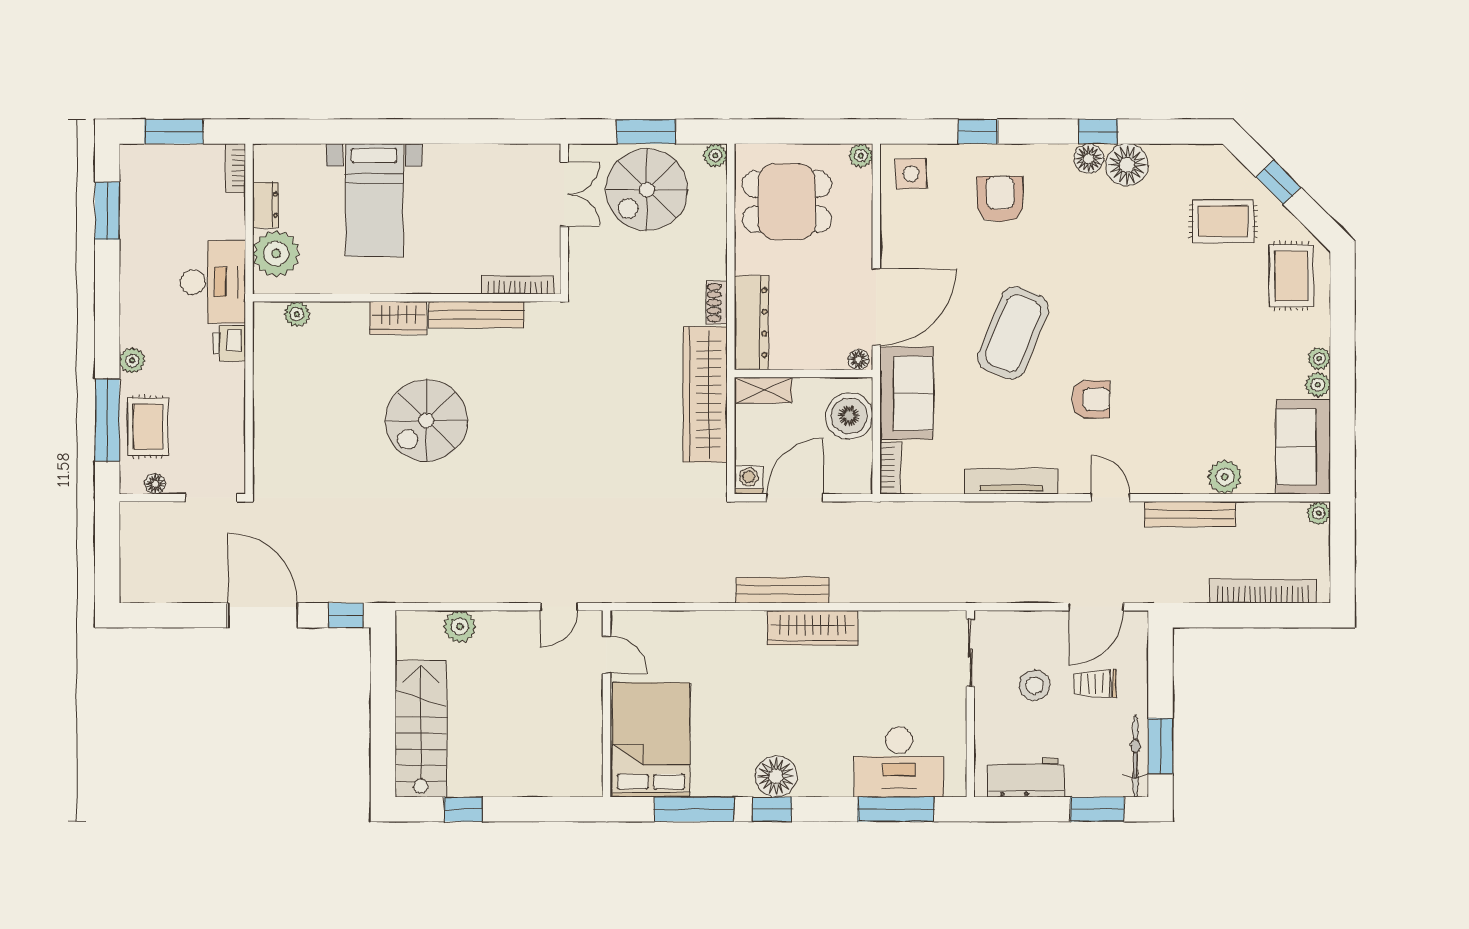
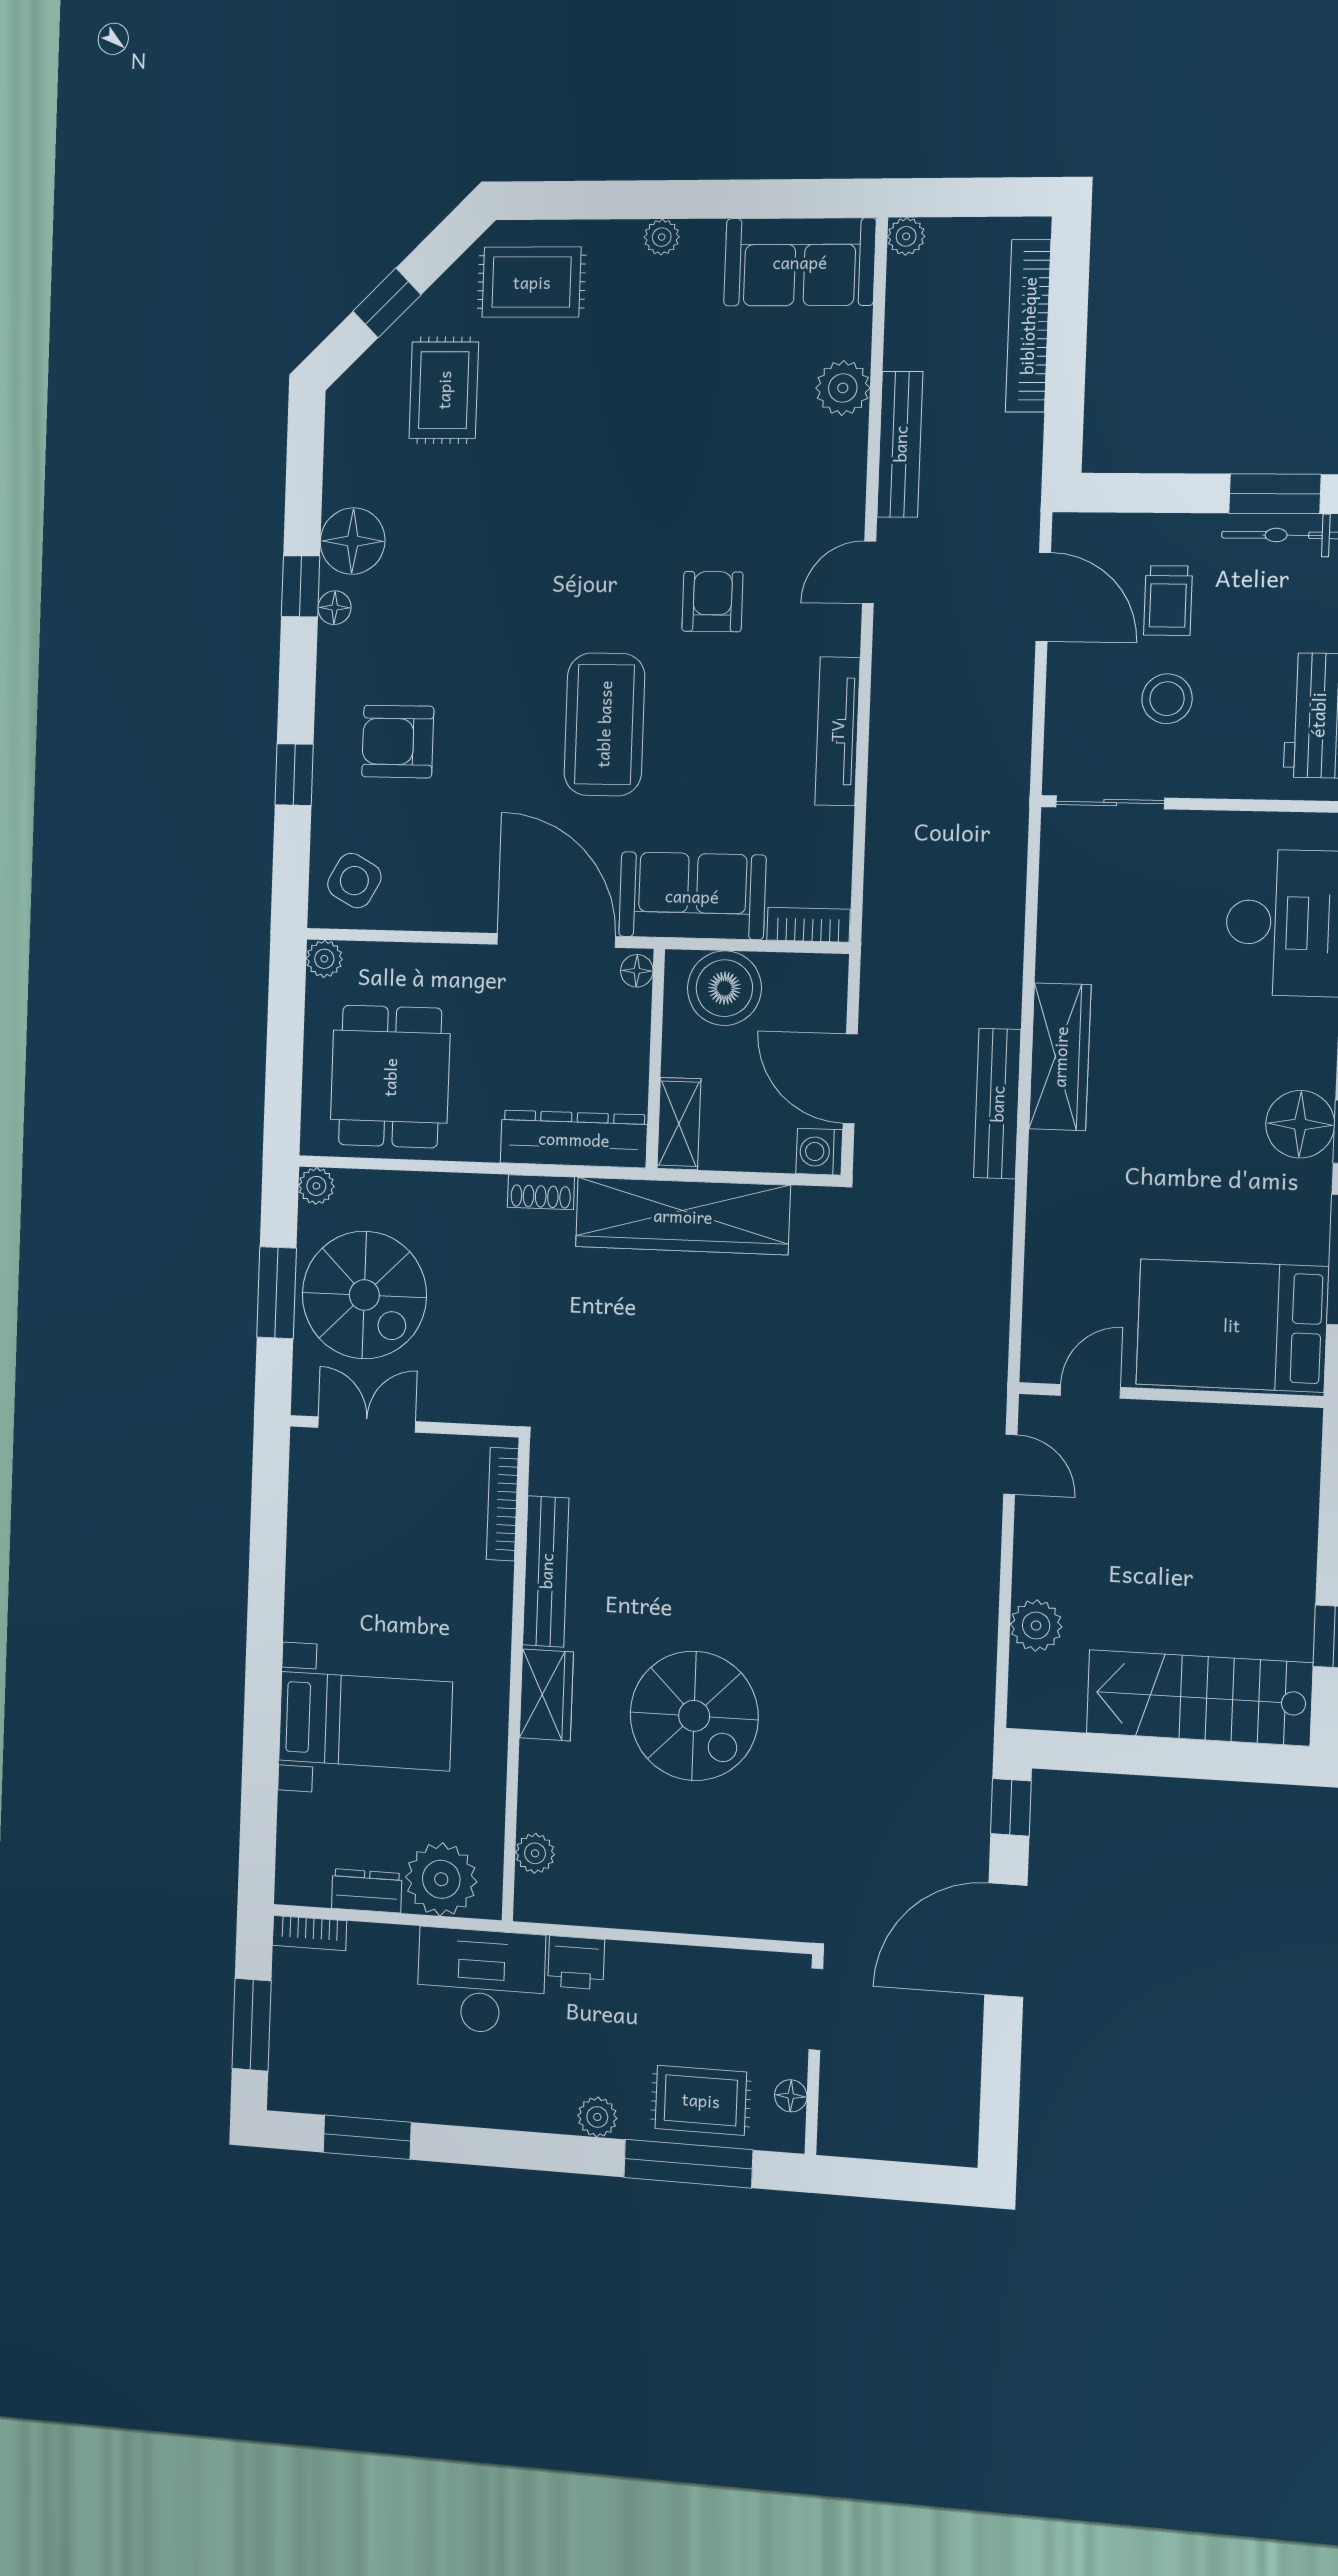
floor lamp: (1089, 159) -> (335, 608), width x0.73, depth x0.73
side table: (911, 174) -> (354, 881), turned 31
coffee table: (1013, 333) -> (604, 724), turned 68
plant: (1318, 385) -> (703, 239), removed
spiral stairs: (426, 420) -> (694, 1716), moved

